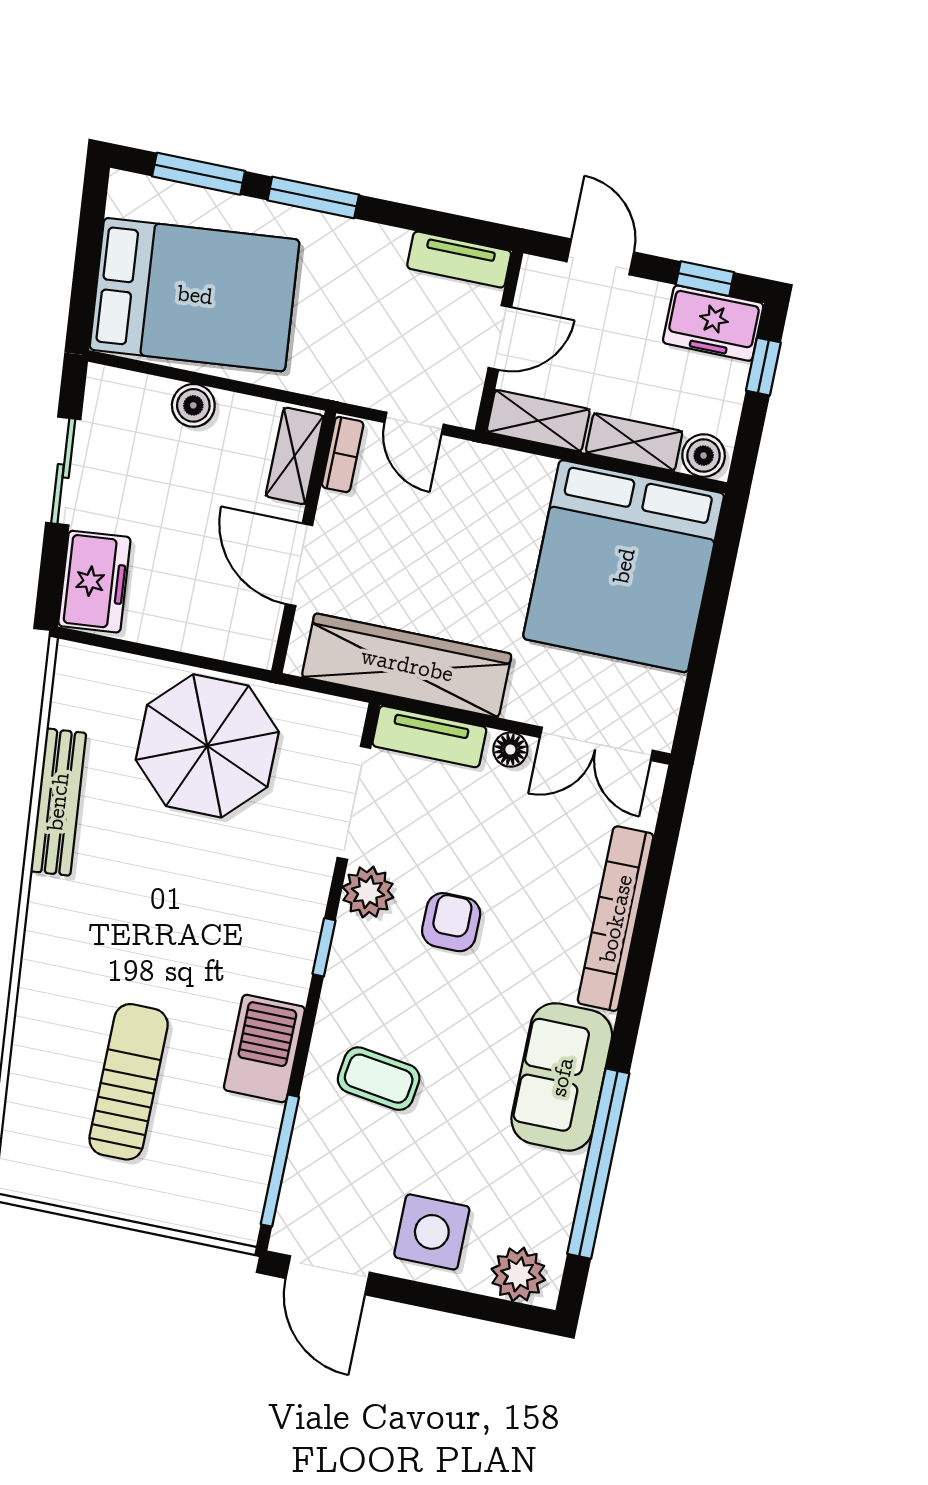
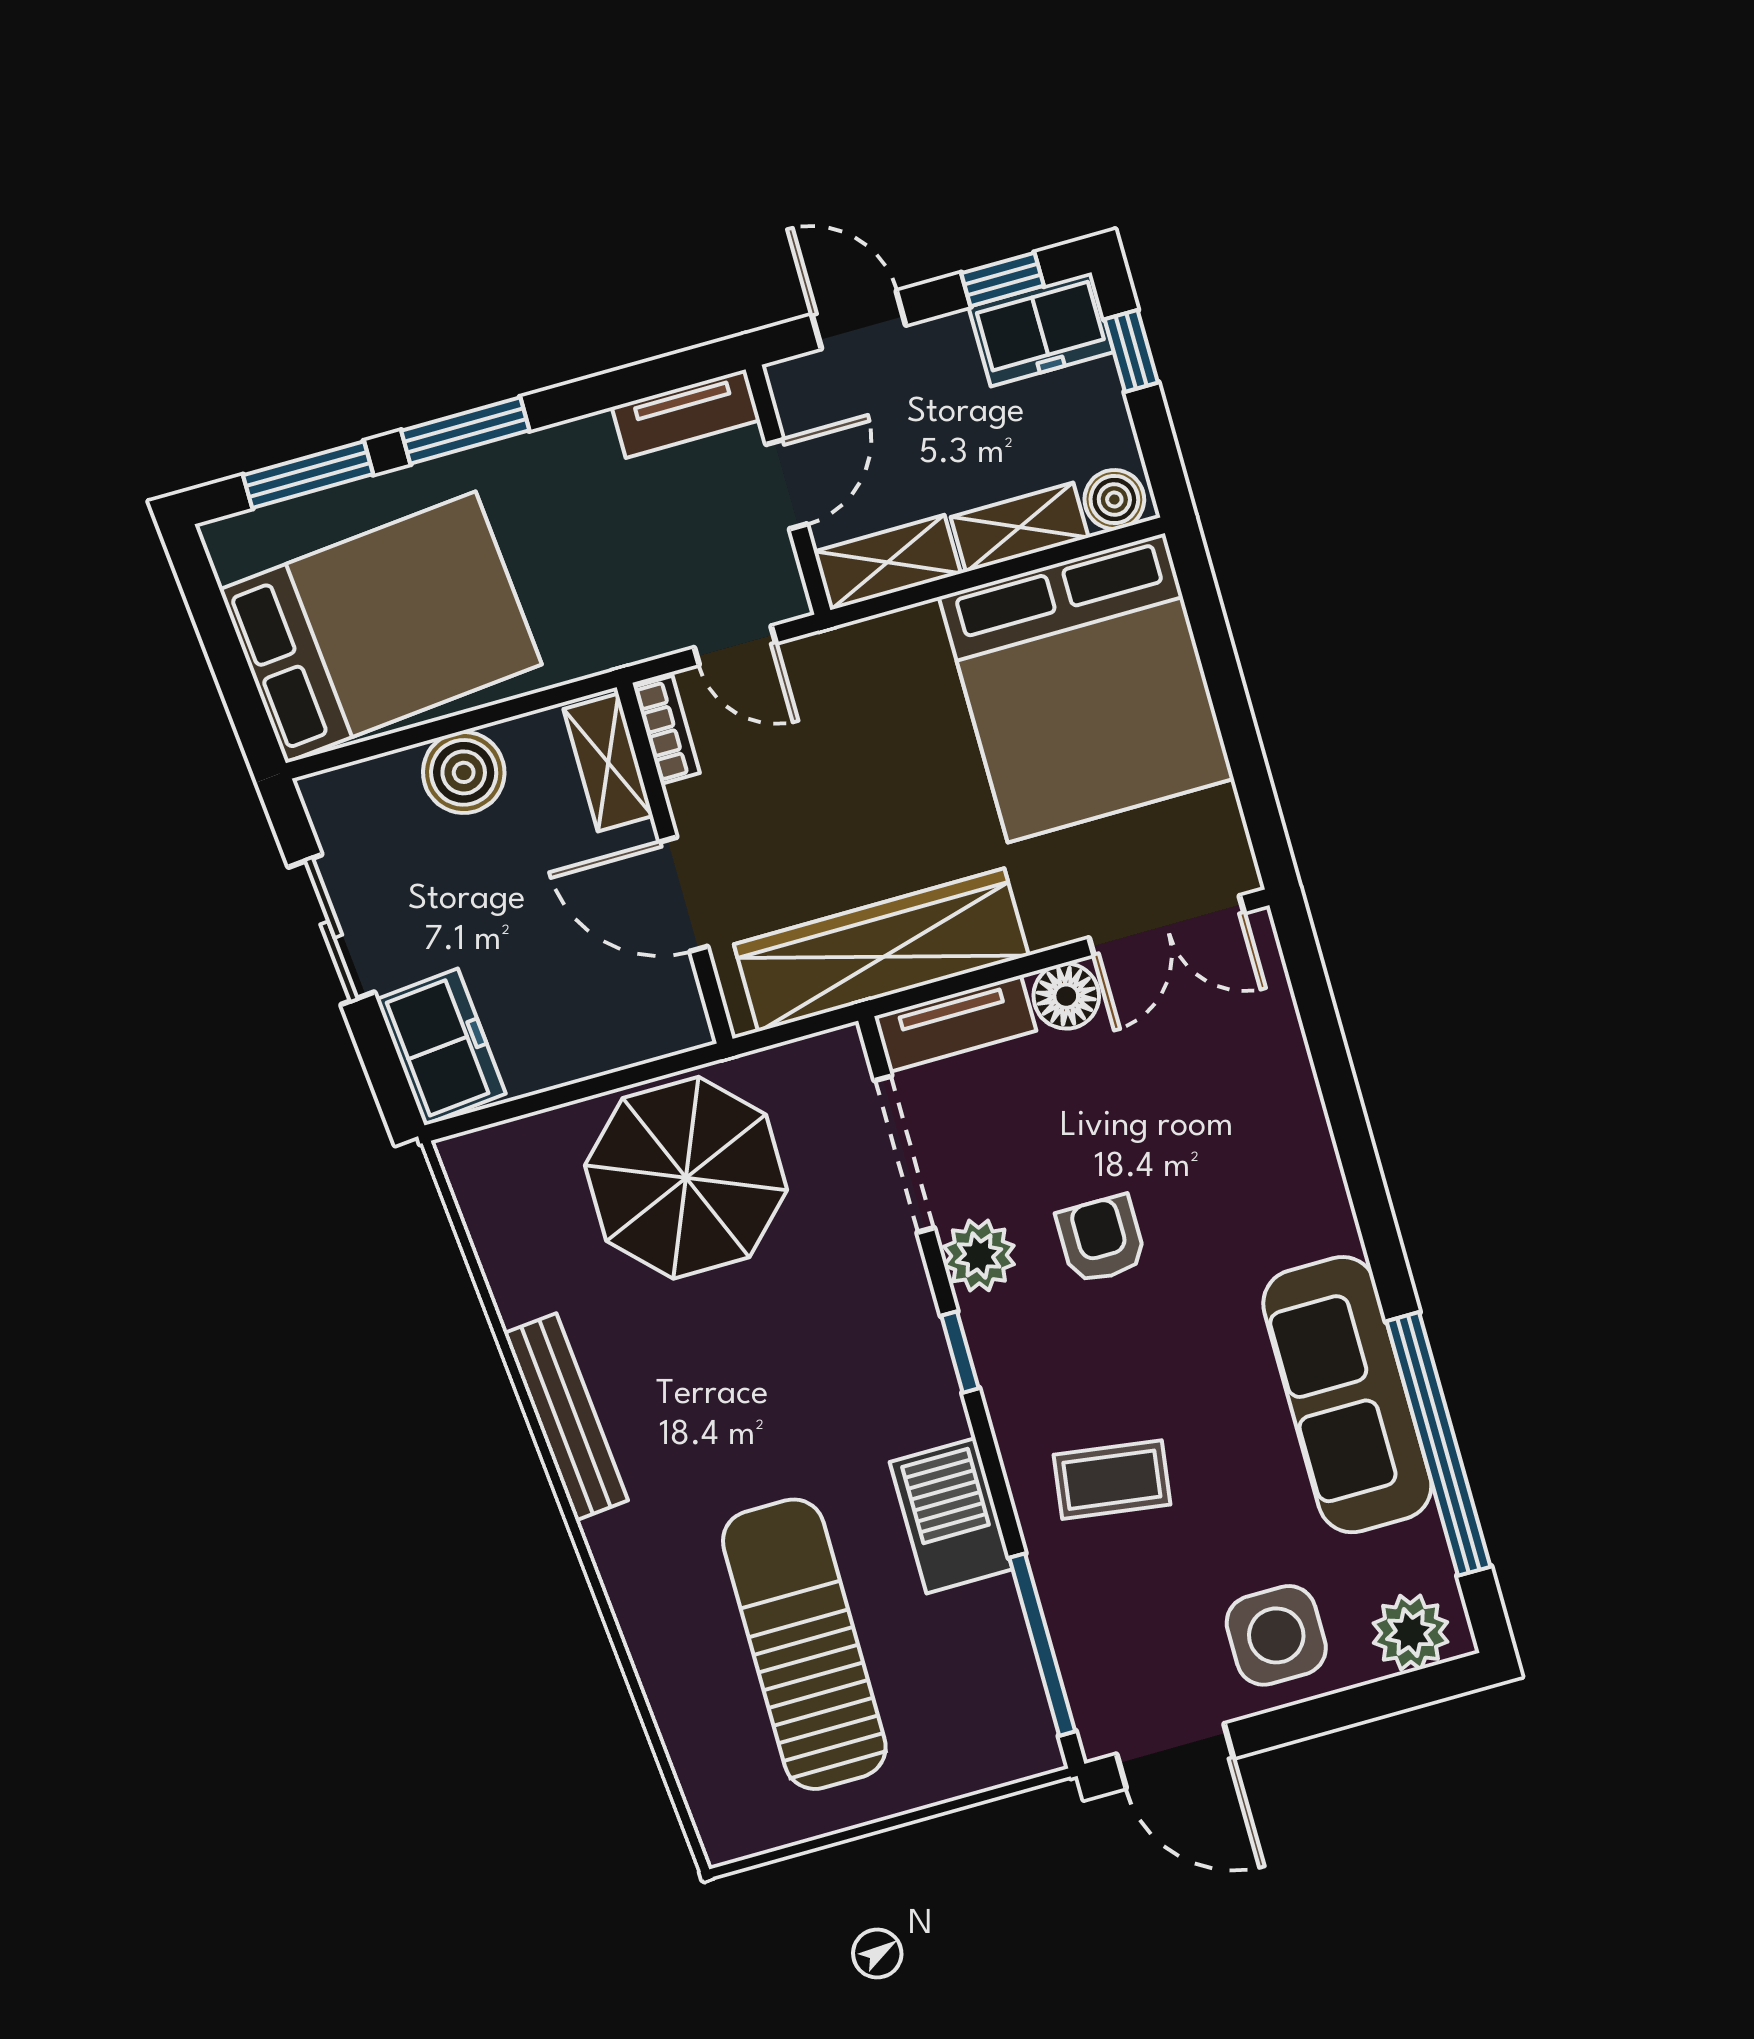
boiler: (193, 405) -> (464, 772), width x1.36, depth x1.36
floor lamp: (510, 750) -> (1066, 996), width x1.37, depth x1.37
bench: (58, 802) -> (566, 1417), moved
bookcase: (616, 919) -> (1303, 1129), removed
sofa: (562, 1077) -> (1347, 1395), width x1.36
sun lounger: (129, 1082) -> (804, 1644), width x1.36, depth x1.34

